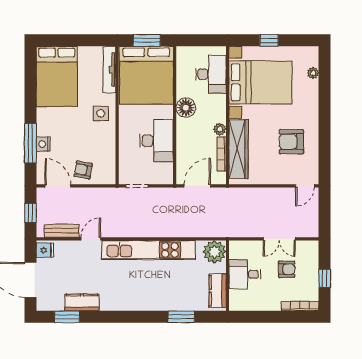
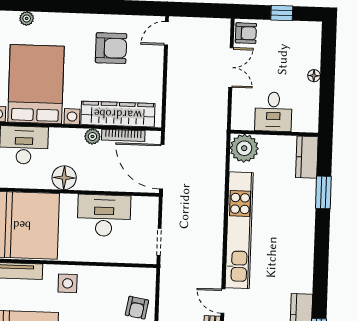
armchair: (291, 142) -> (111, 48), turned -90
door: (197, 186) -> (162, 167), width x1.36
door: (305, 186) -> (166, 33), swing flipped
armchair: (287, 269) -> (246, 33), moved, turned 90
kitchen counter: (218, 291) -> (307, 157), moved, turned 90
floor lamp: (275, 306) -> (314, 76), added
bookcase: (300, 306) -> (315, 45), removed

